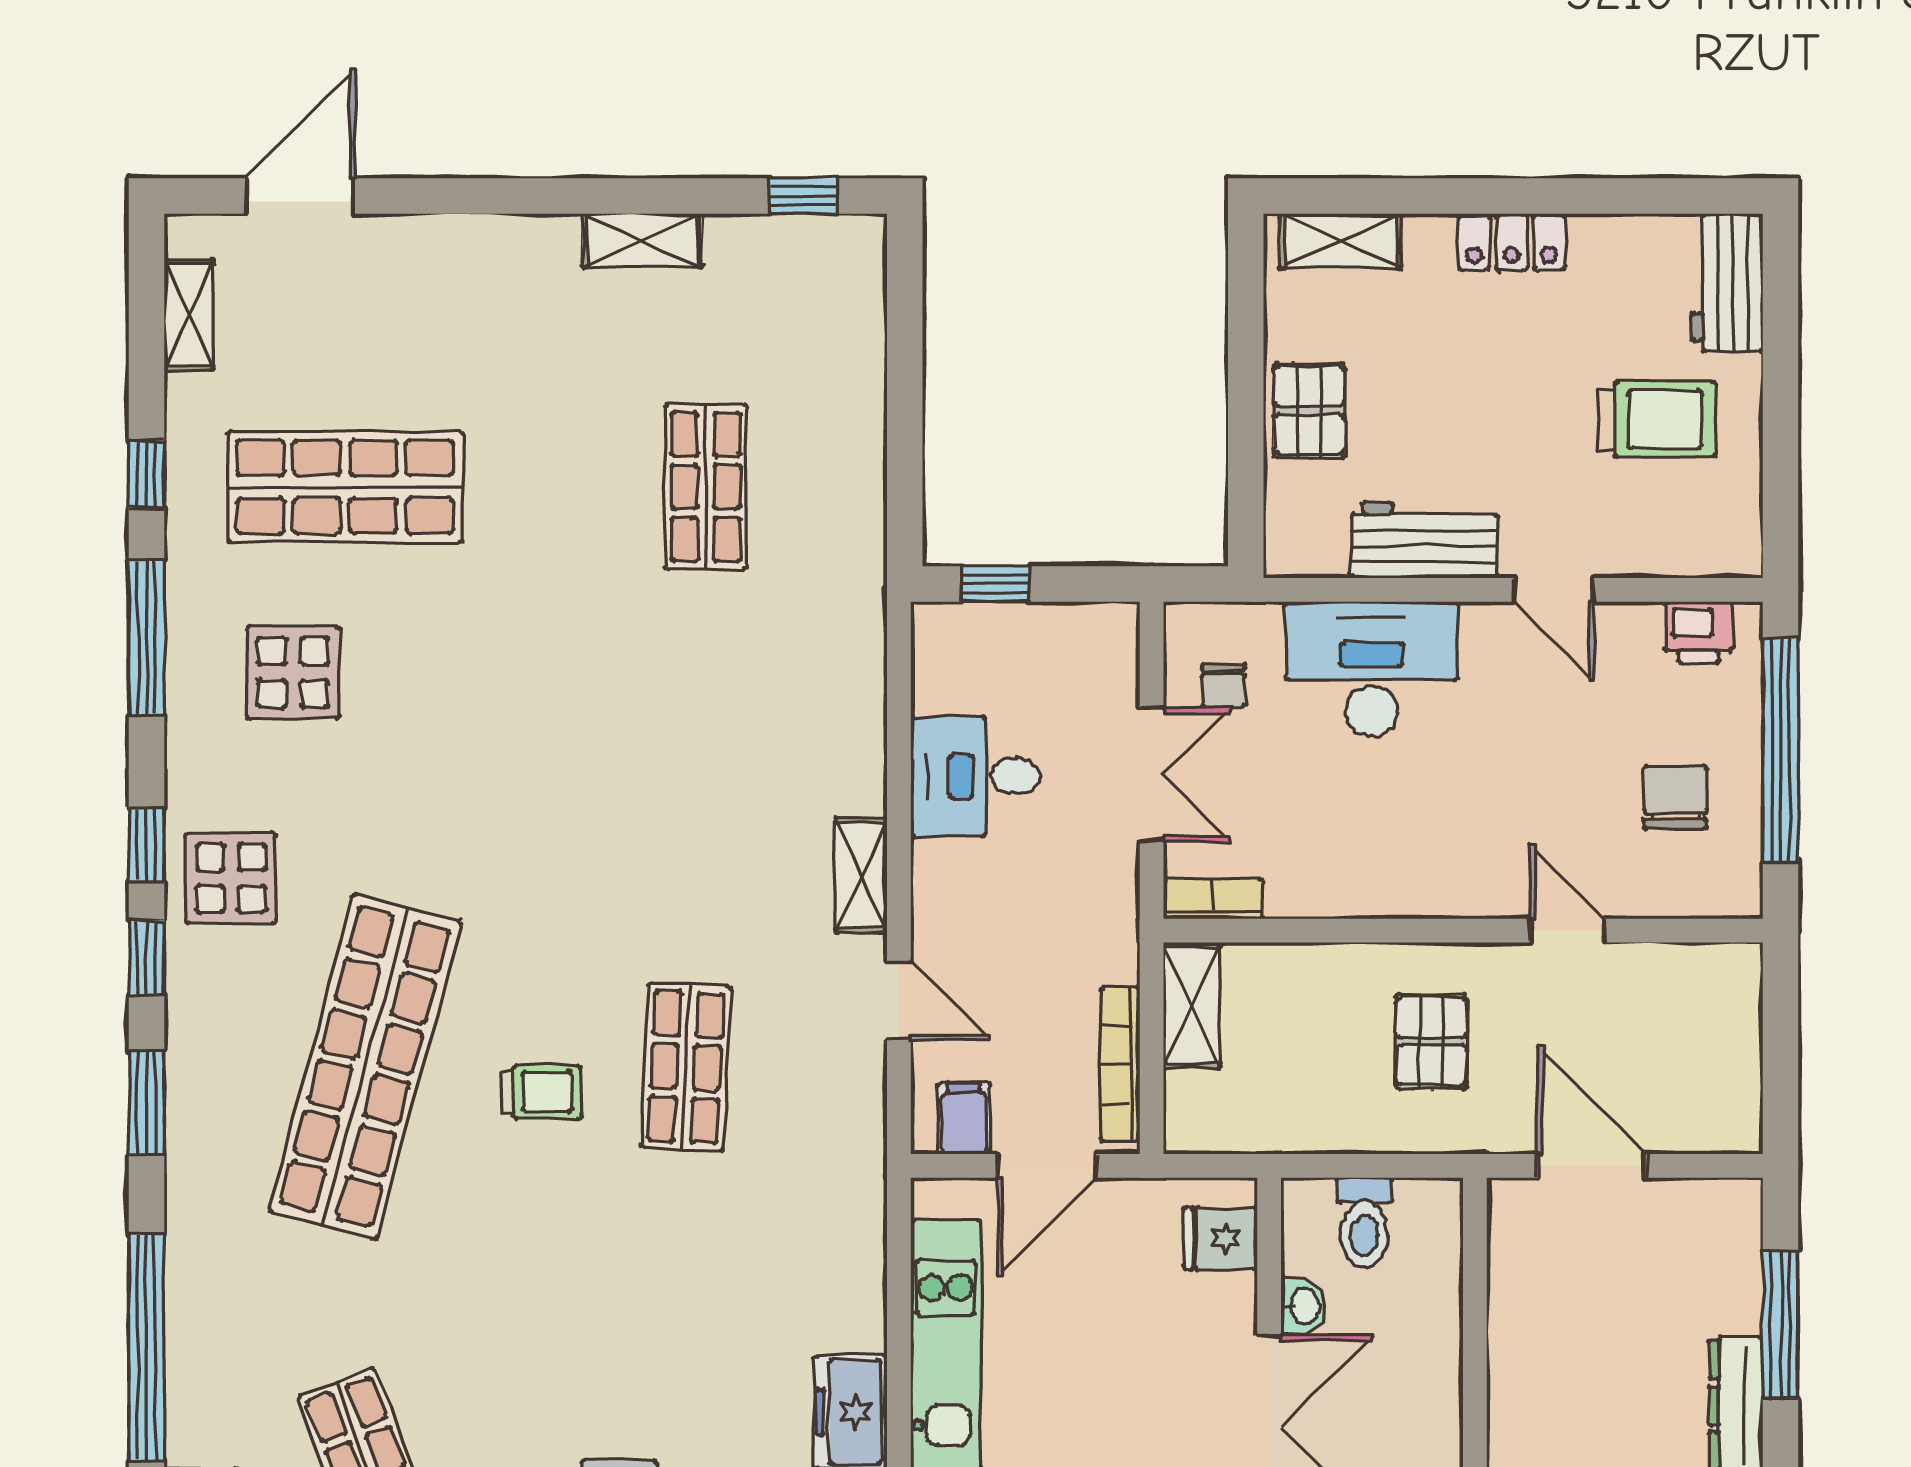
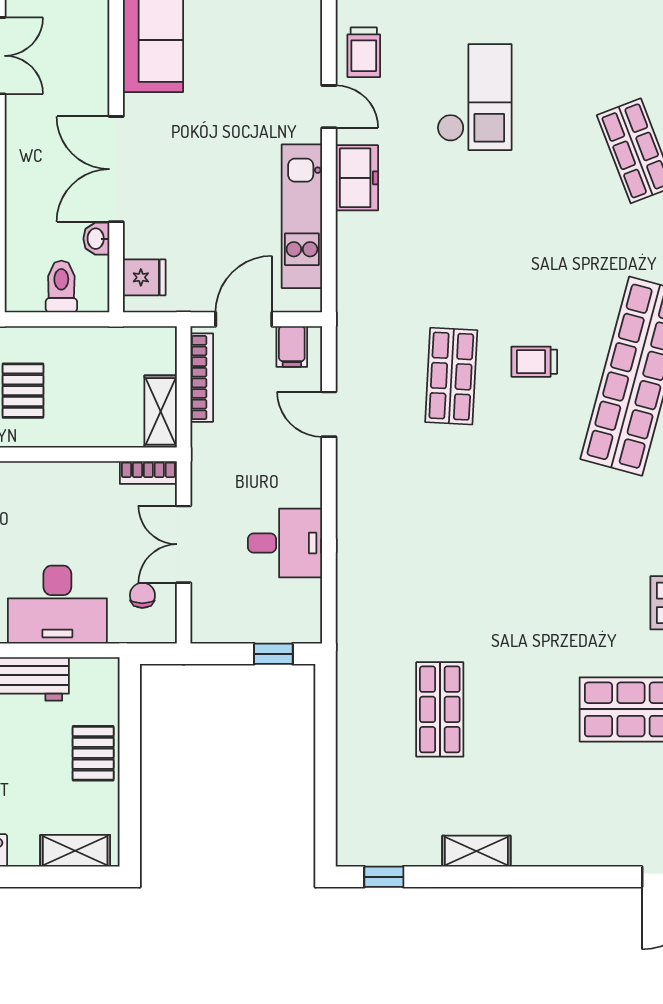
shelving: (861, 875) -> (350, 486), removed

